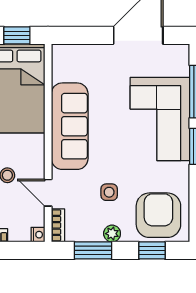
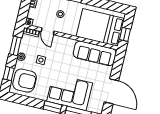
sofa: (70, 126) -> (95, 53), moved
door: (48, 193) -> (48, 31), swing flipped

